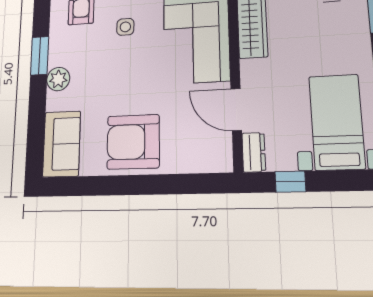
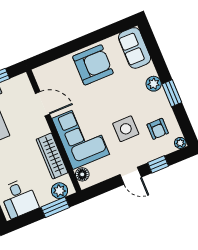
side table: (125, 27) -> (126, 129), width x1.87, depth x1.87
dresser: (254, 152) -> (25, 84), removed

